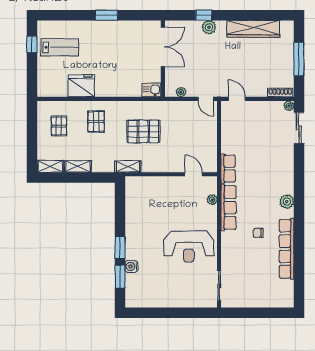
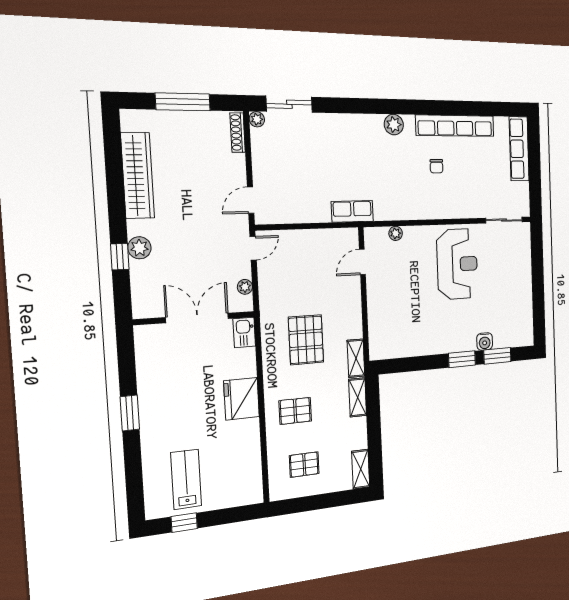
double door: (163, 47) -> (197, 318), moved
fridge: (81, 86) -> (242, 399), moved
shelving: (78, 166) -> (358, 397), moved
row of seats: (228, 208) -> (519, 149), moved, turned -90

